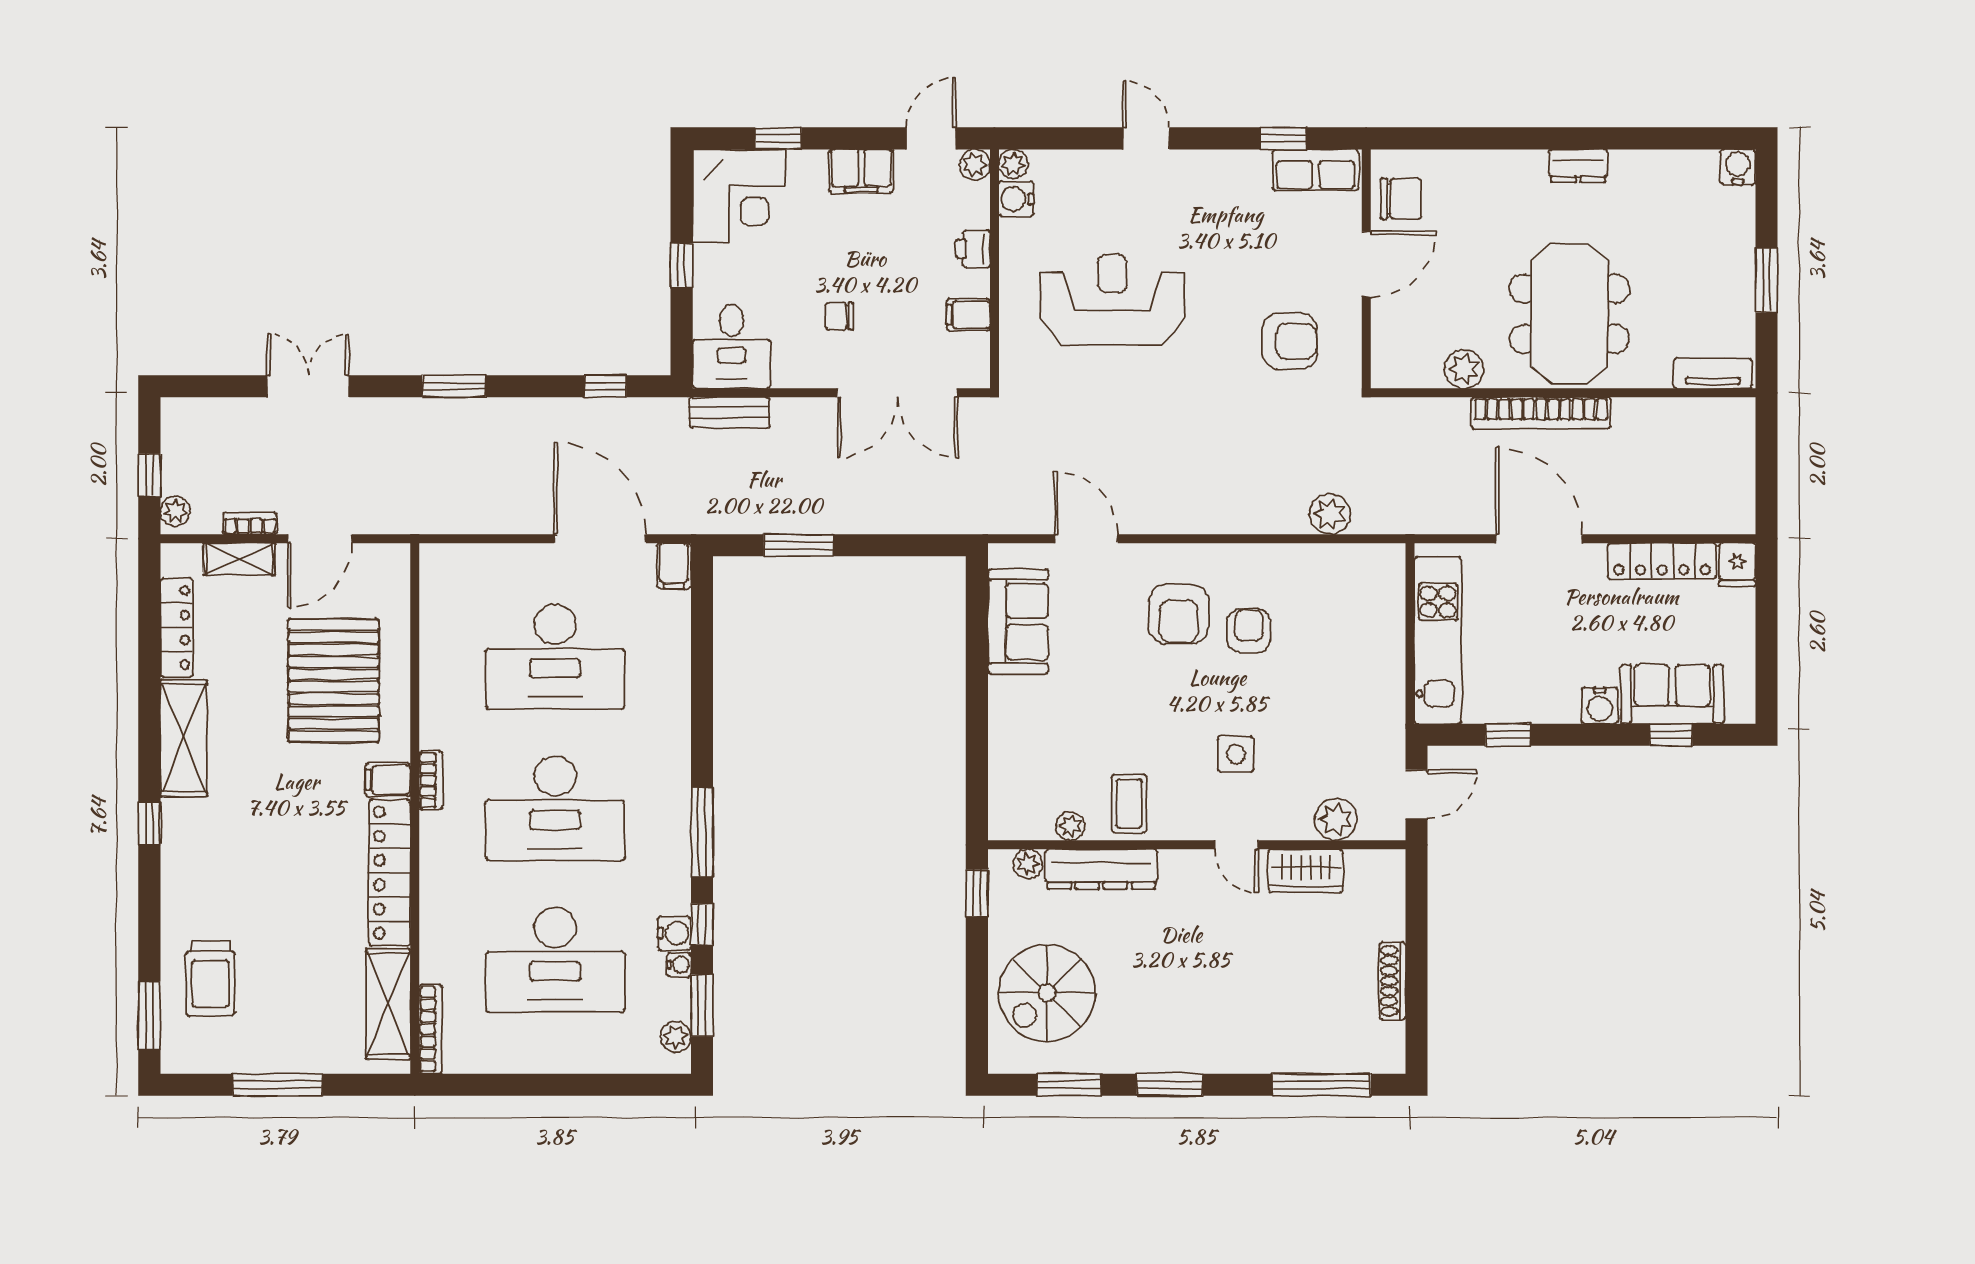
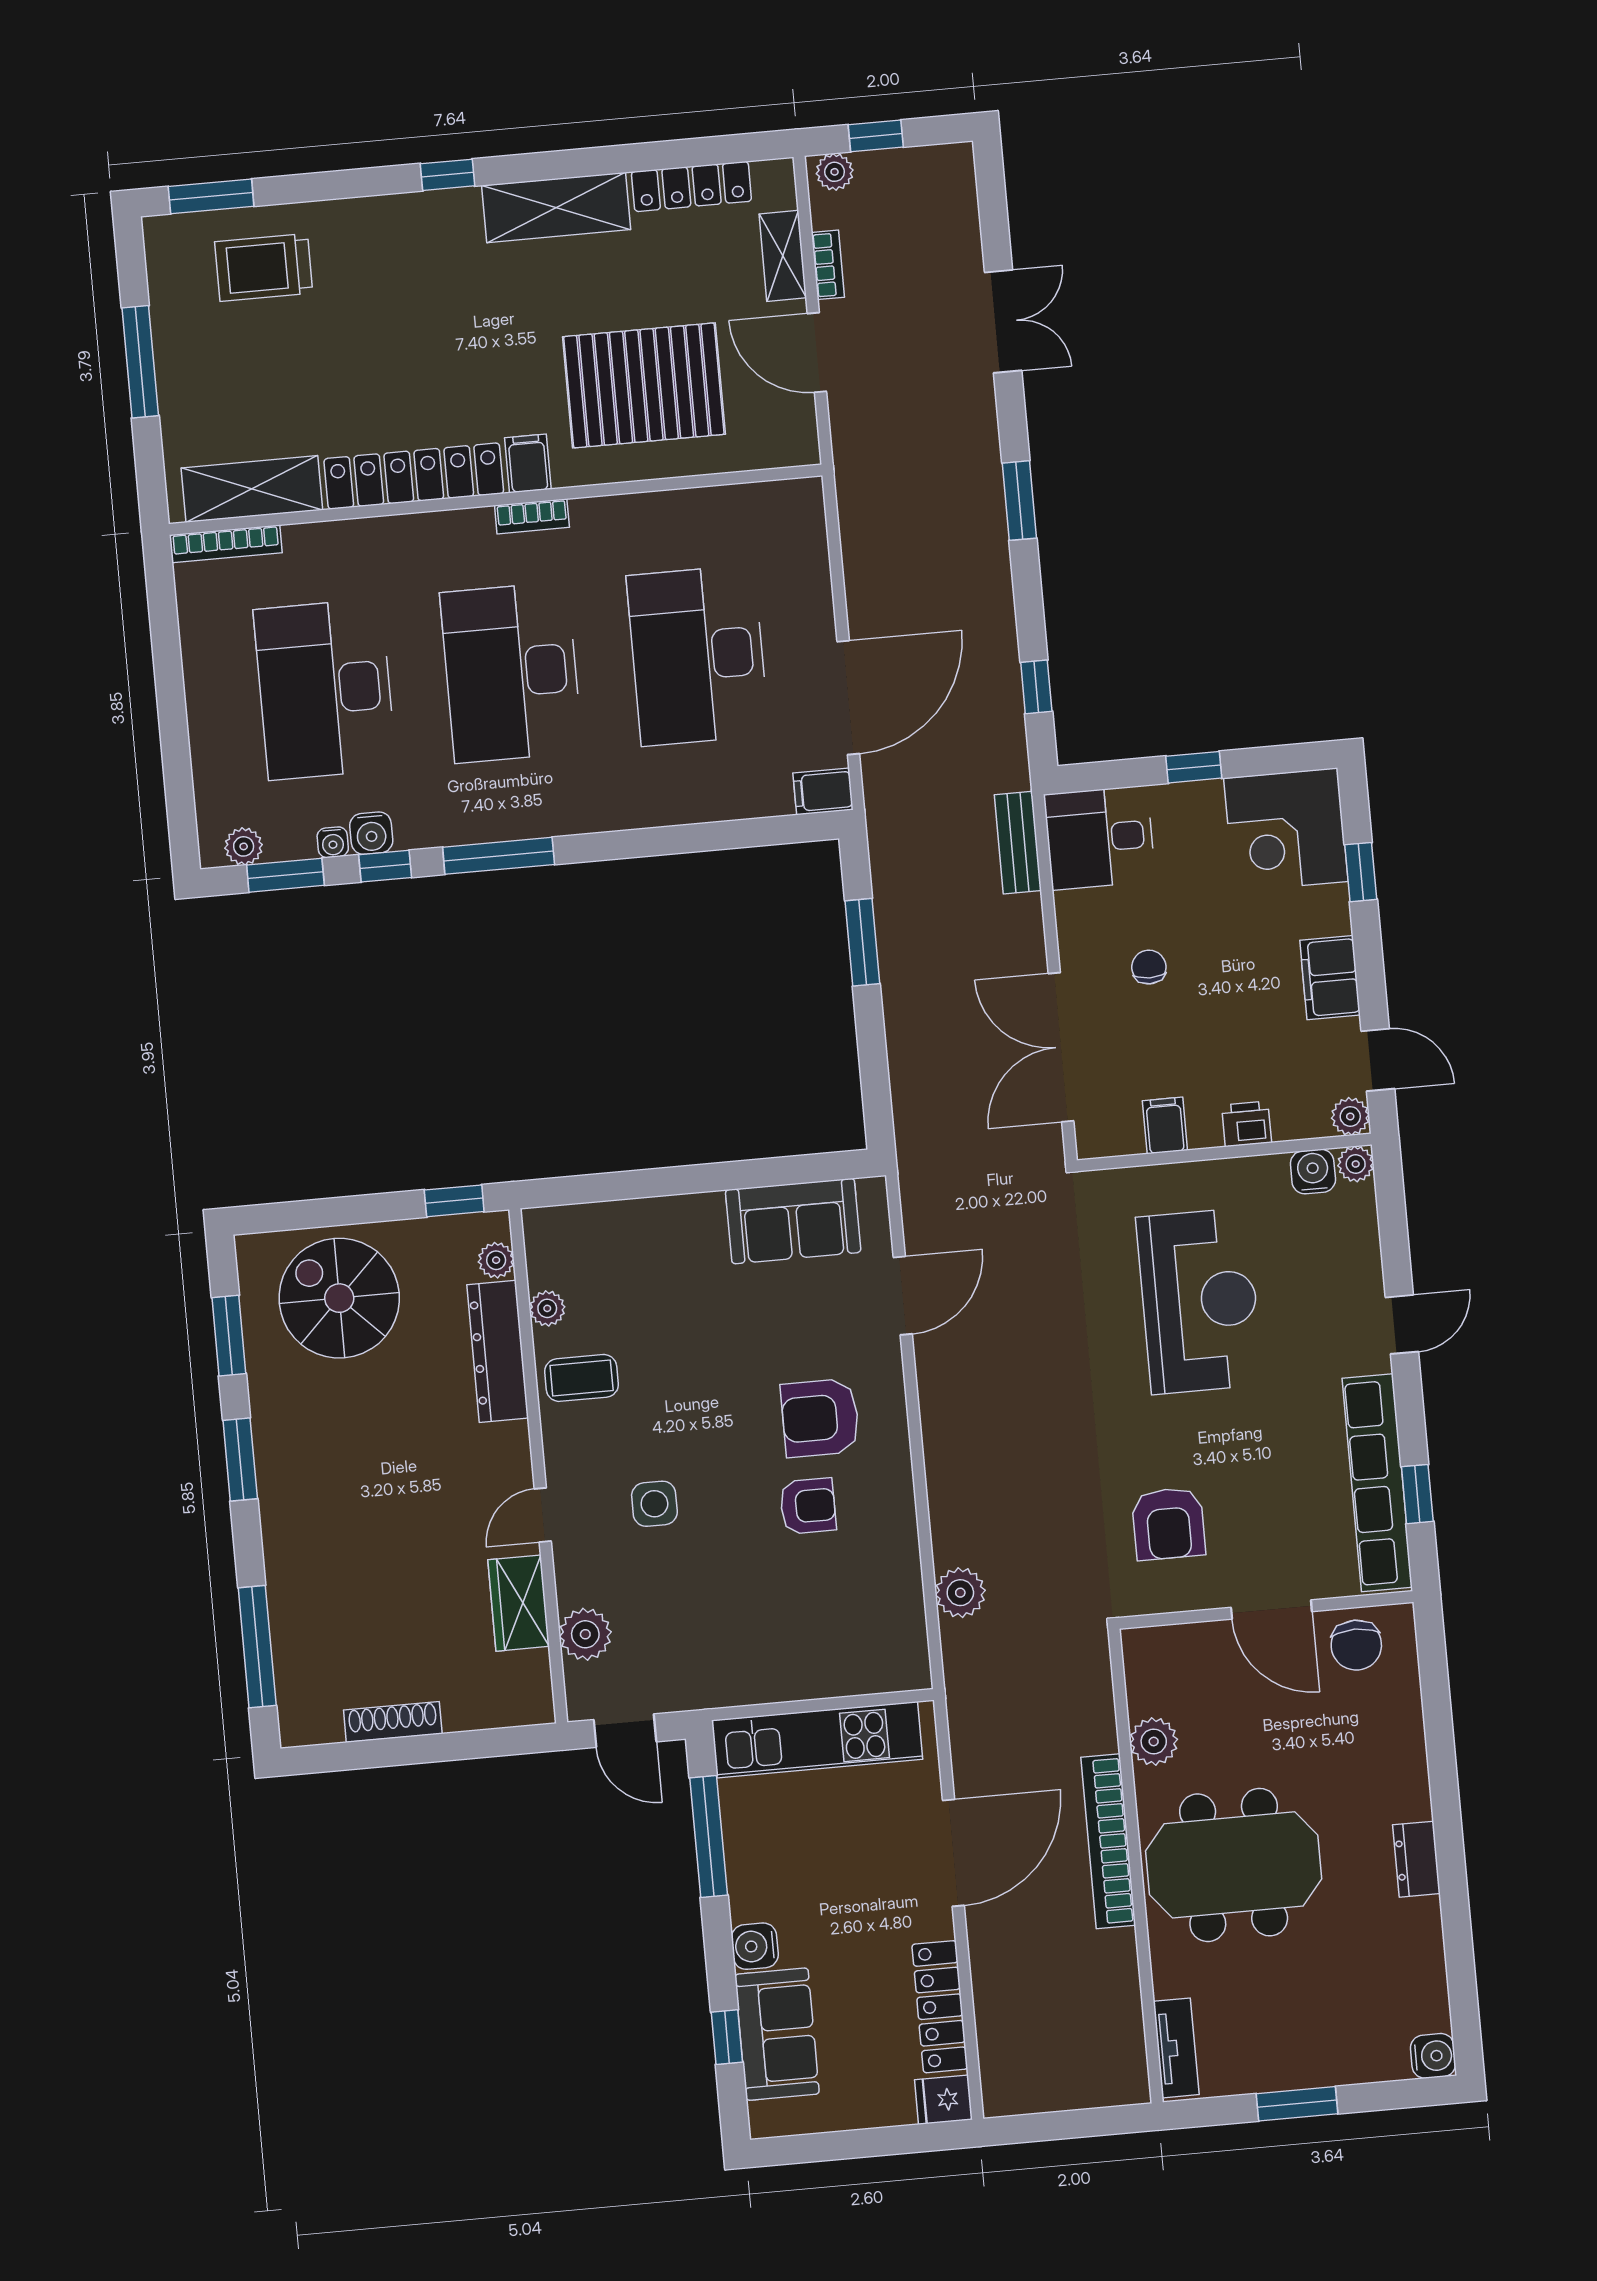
row of seats: (1316, 170) -> (1377, 1483), width x2.02
window: (1508, 735) -> (709, 1837), width x2.17

